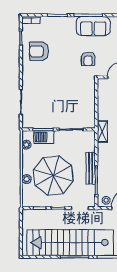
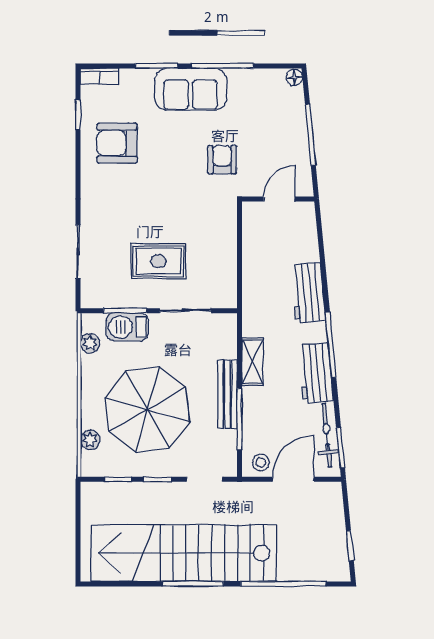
sofa: (93, 26) -> (191, 89), moved
armchair: (88, 59) -> (222, 160), turned 180
rug: (58, 106) -> (158, 261), added
shelving: (102, 132) -> (252, 362), moved
plant: (27, 179) -> (90, 440), moved

